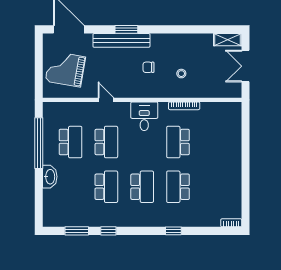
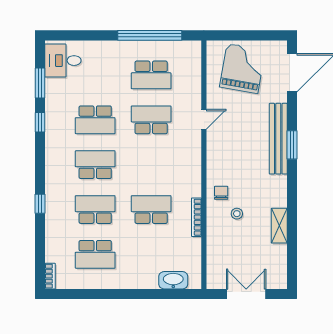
shelving: (228, 40) -> (279, 226), moved
chair: (148, 67) -> (221, 193), moved
desk: (144, 116) -> (63, 61), moved, turned 180
school desk: (106, 142) -> (151, 120), turned 180
washbasin: (50, 177) -> (173, 280), moved, turned 180
school desk: (142, 187) -> (95, 165), turned 180
school desk: (214, 187) -> (95, 254), added

